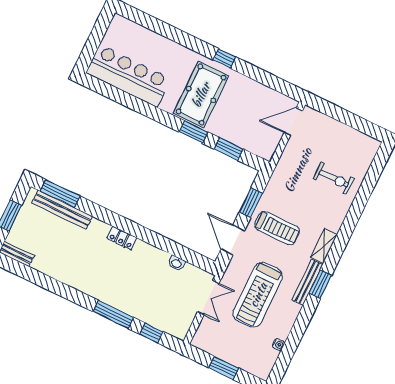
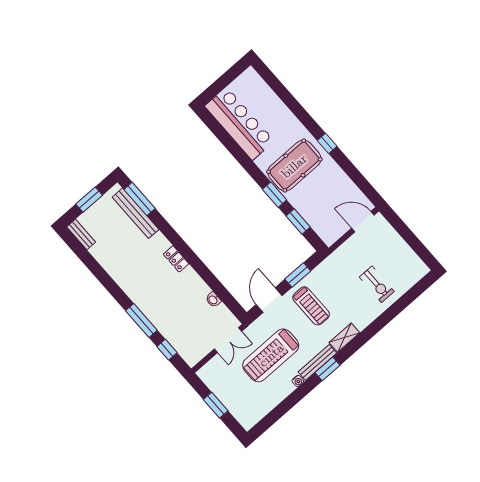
water cooler: (278, 345) -> (298, 381), moved

